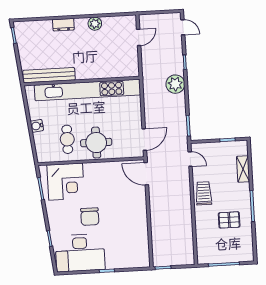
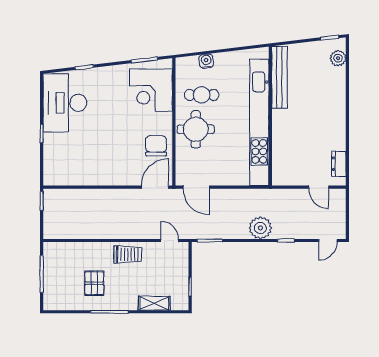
plant: (95, 24) -> (338, 58), moved
dresser: (63, 25) -> (339, 164), moved
water cooler: (37, 126) -> (206, 61), moved
door: (190, 159) -> (170, 241), swing flipped
chair: (90, 217) -> (156, 146), moved, turned 90

